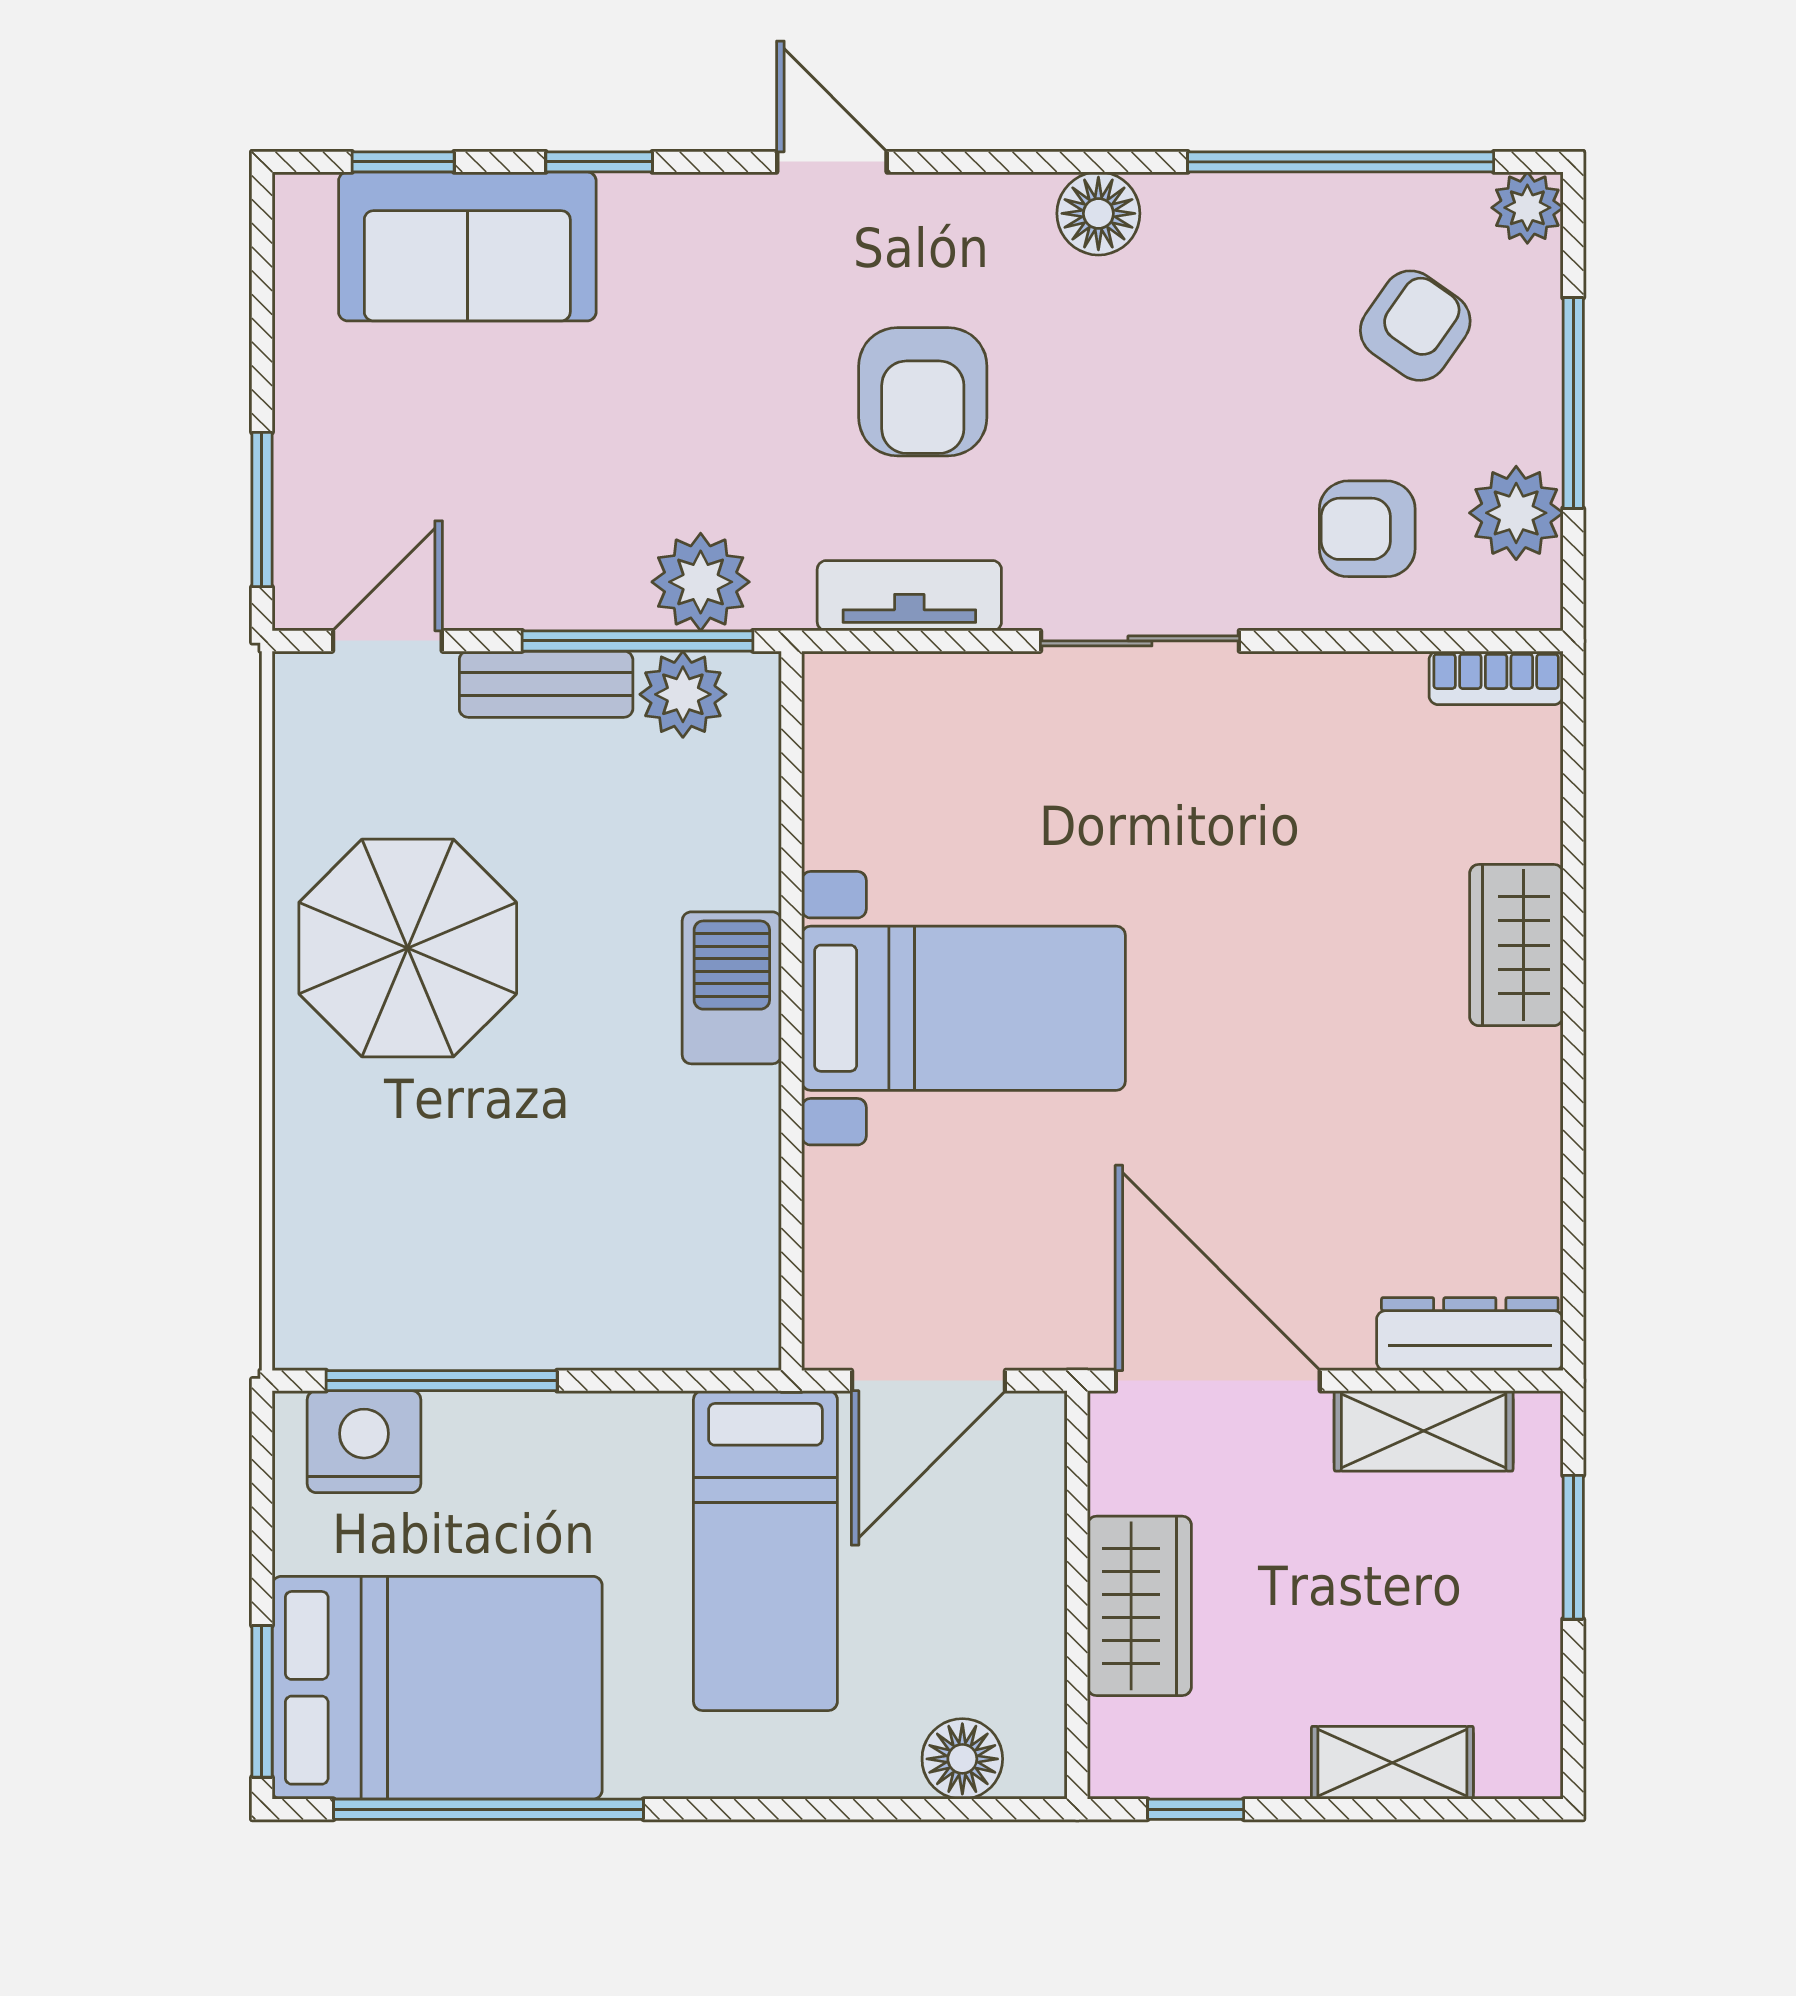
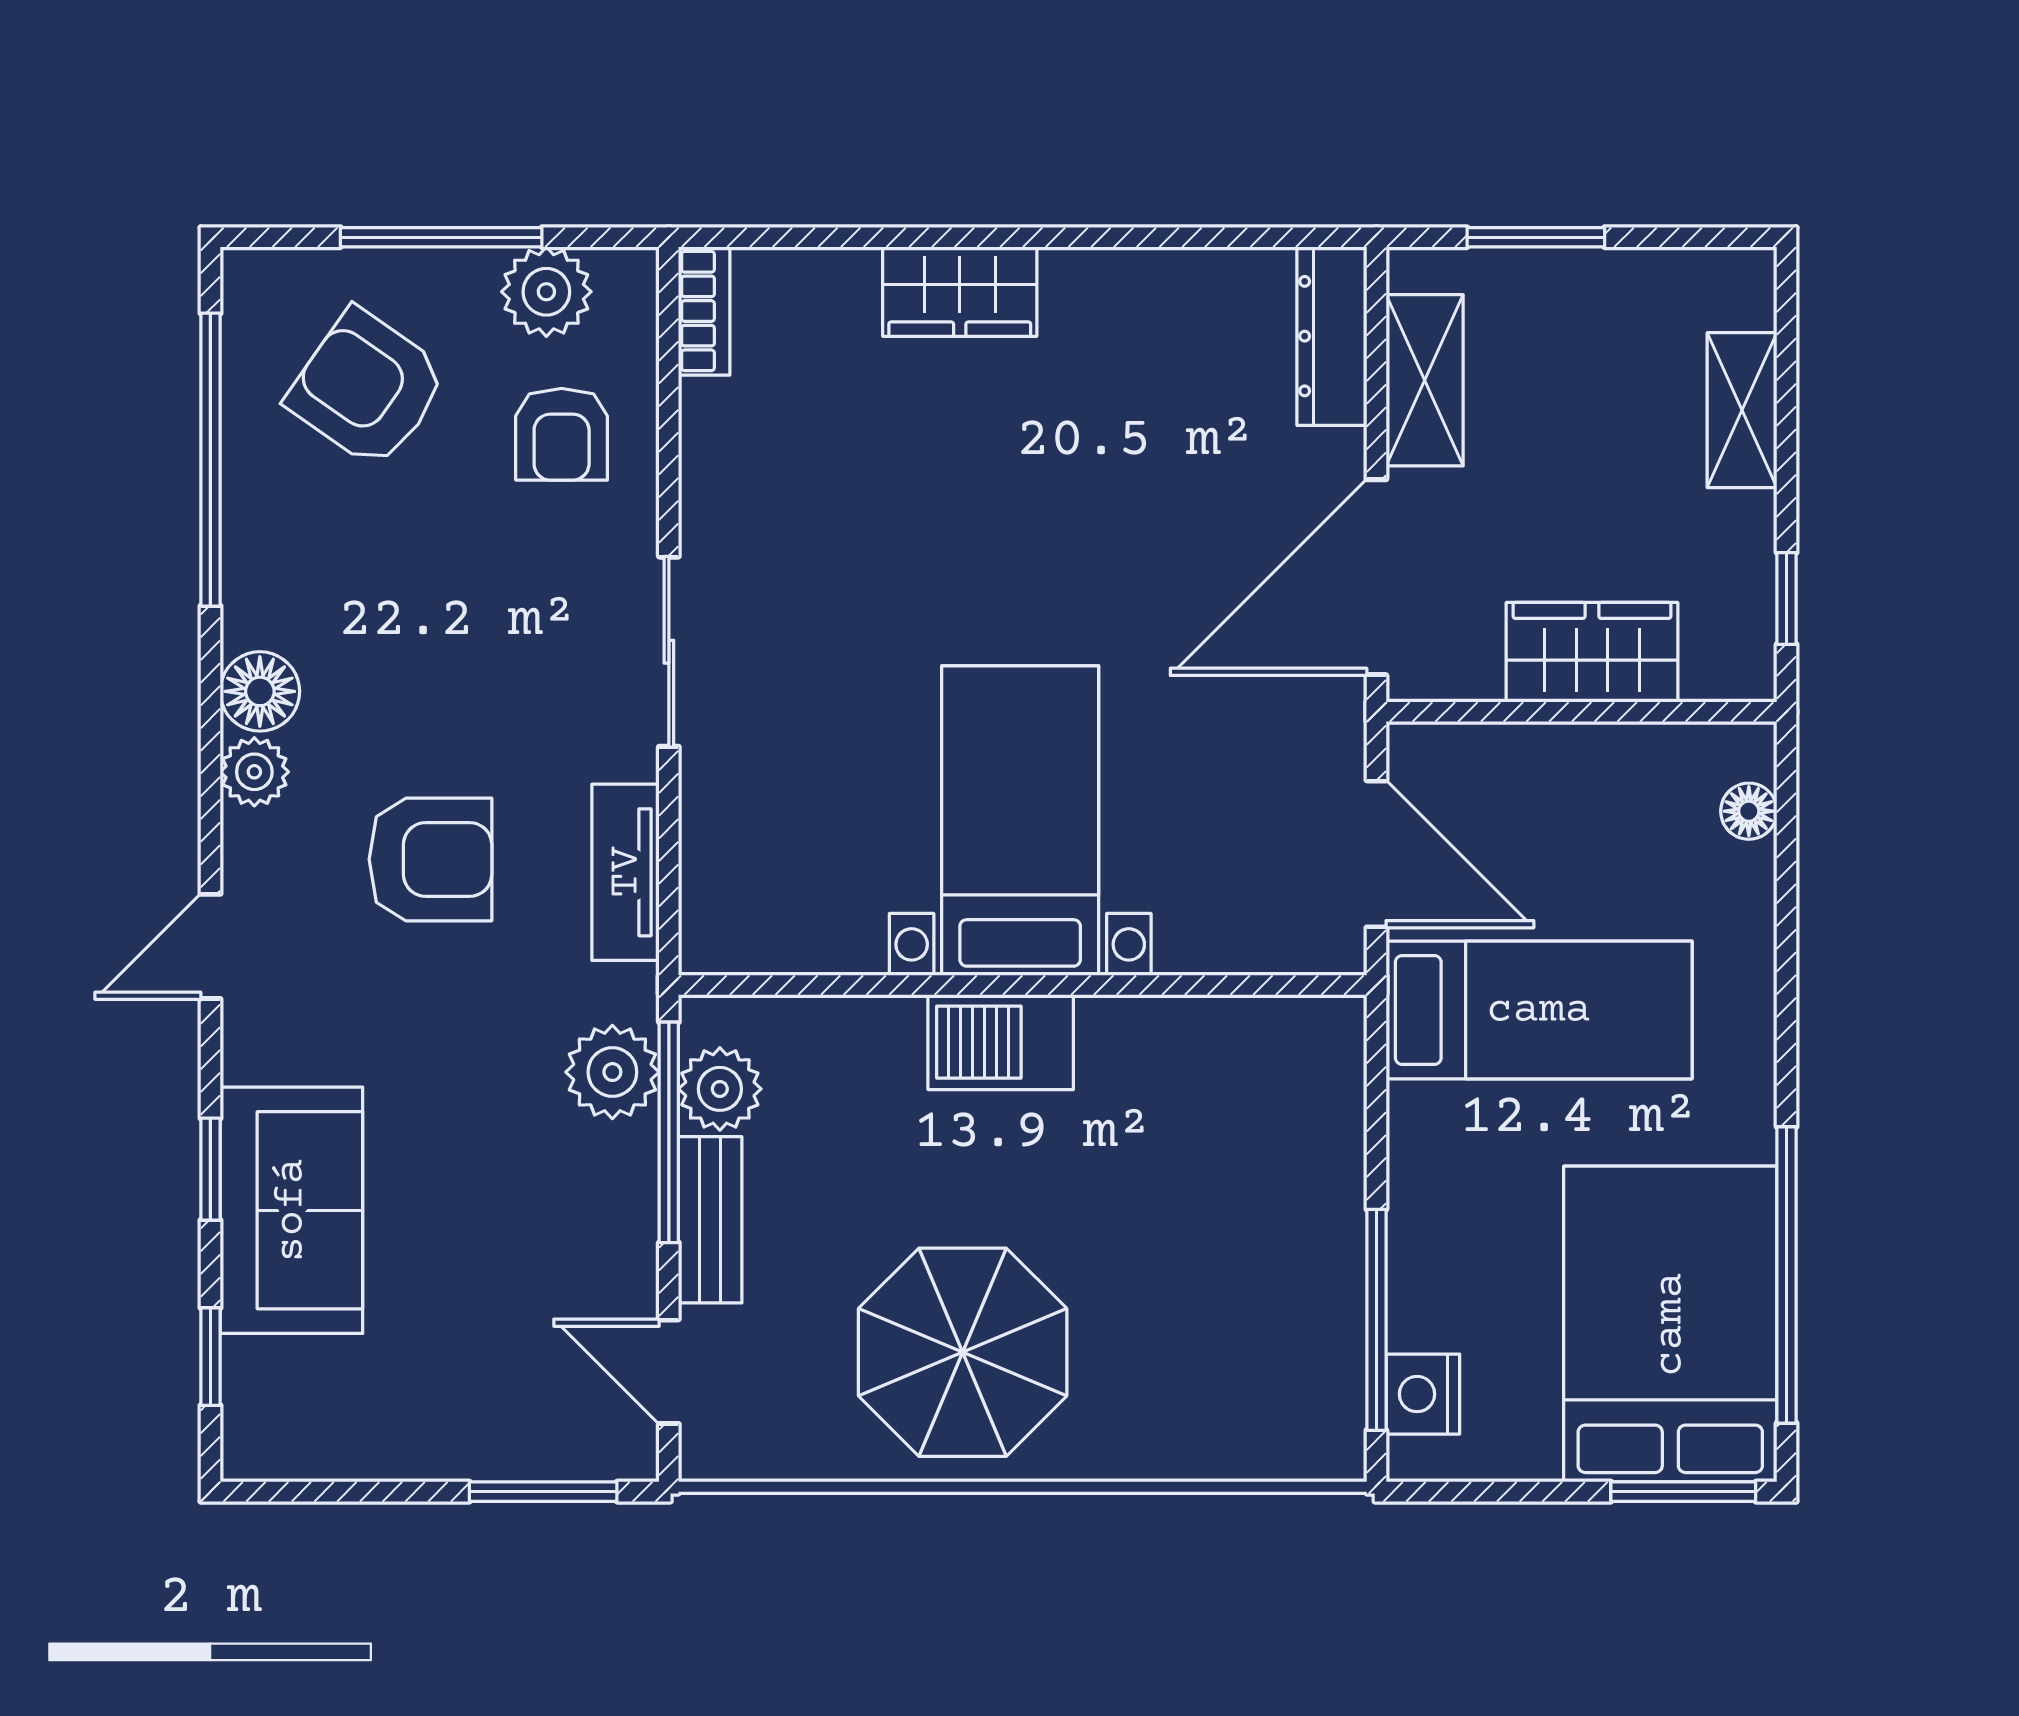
plant: (1527, 208) -> (254, 772), moved
sofa: (467, 246) -> (291, 1210), moved
armchair: (1415, 326) -> (367, 388), width x1.38, depth x1.38
nightstand: (364, 1442) -> (1423, 1394), width x0.74, depth x0.75
floor lamp: (962, 1759) -> (1749, 811), width x0.73, depth x0.73

